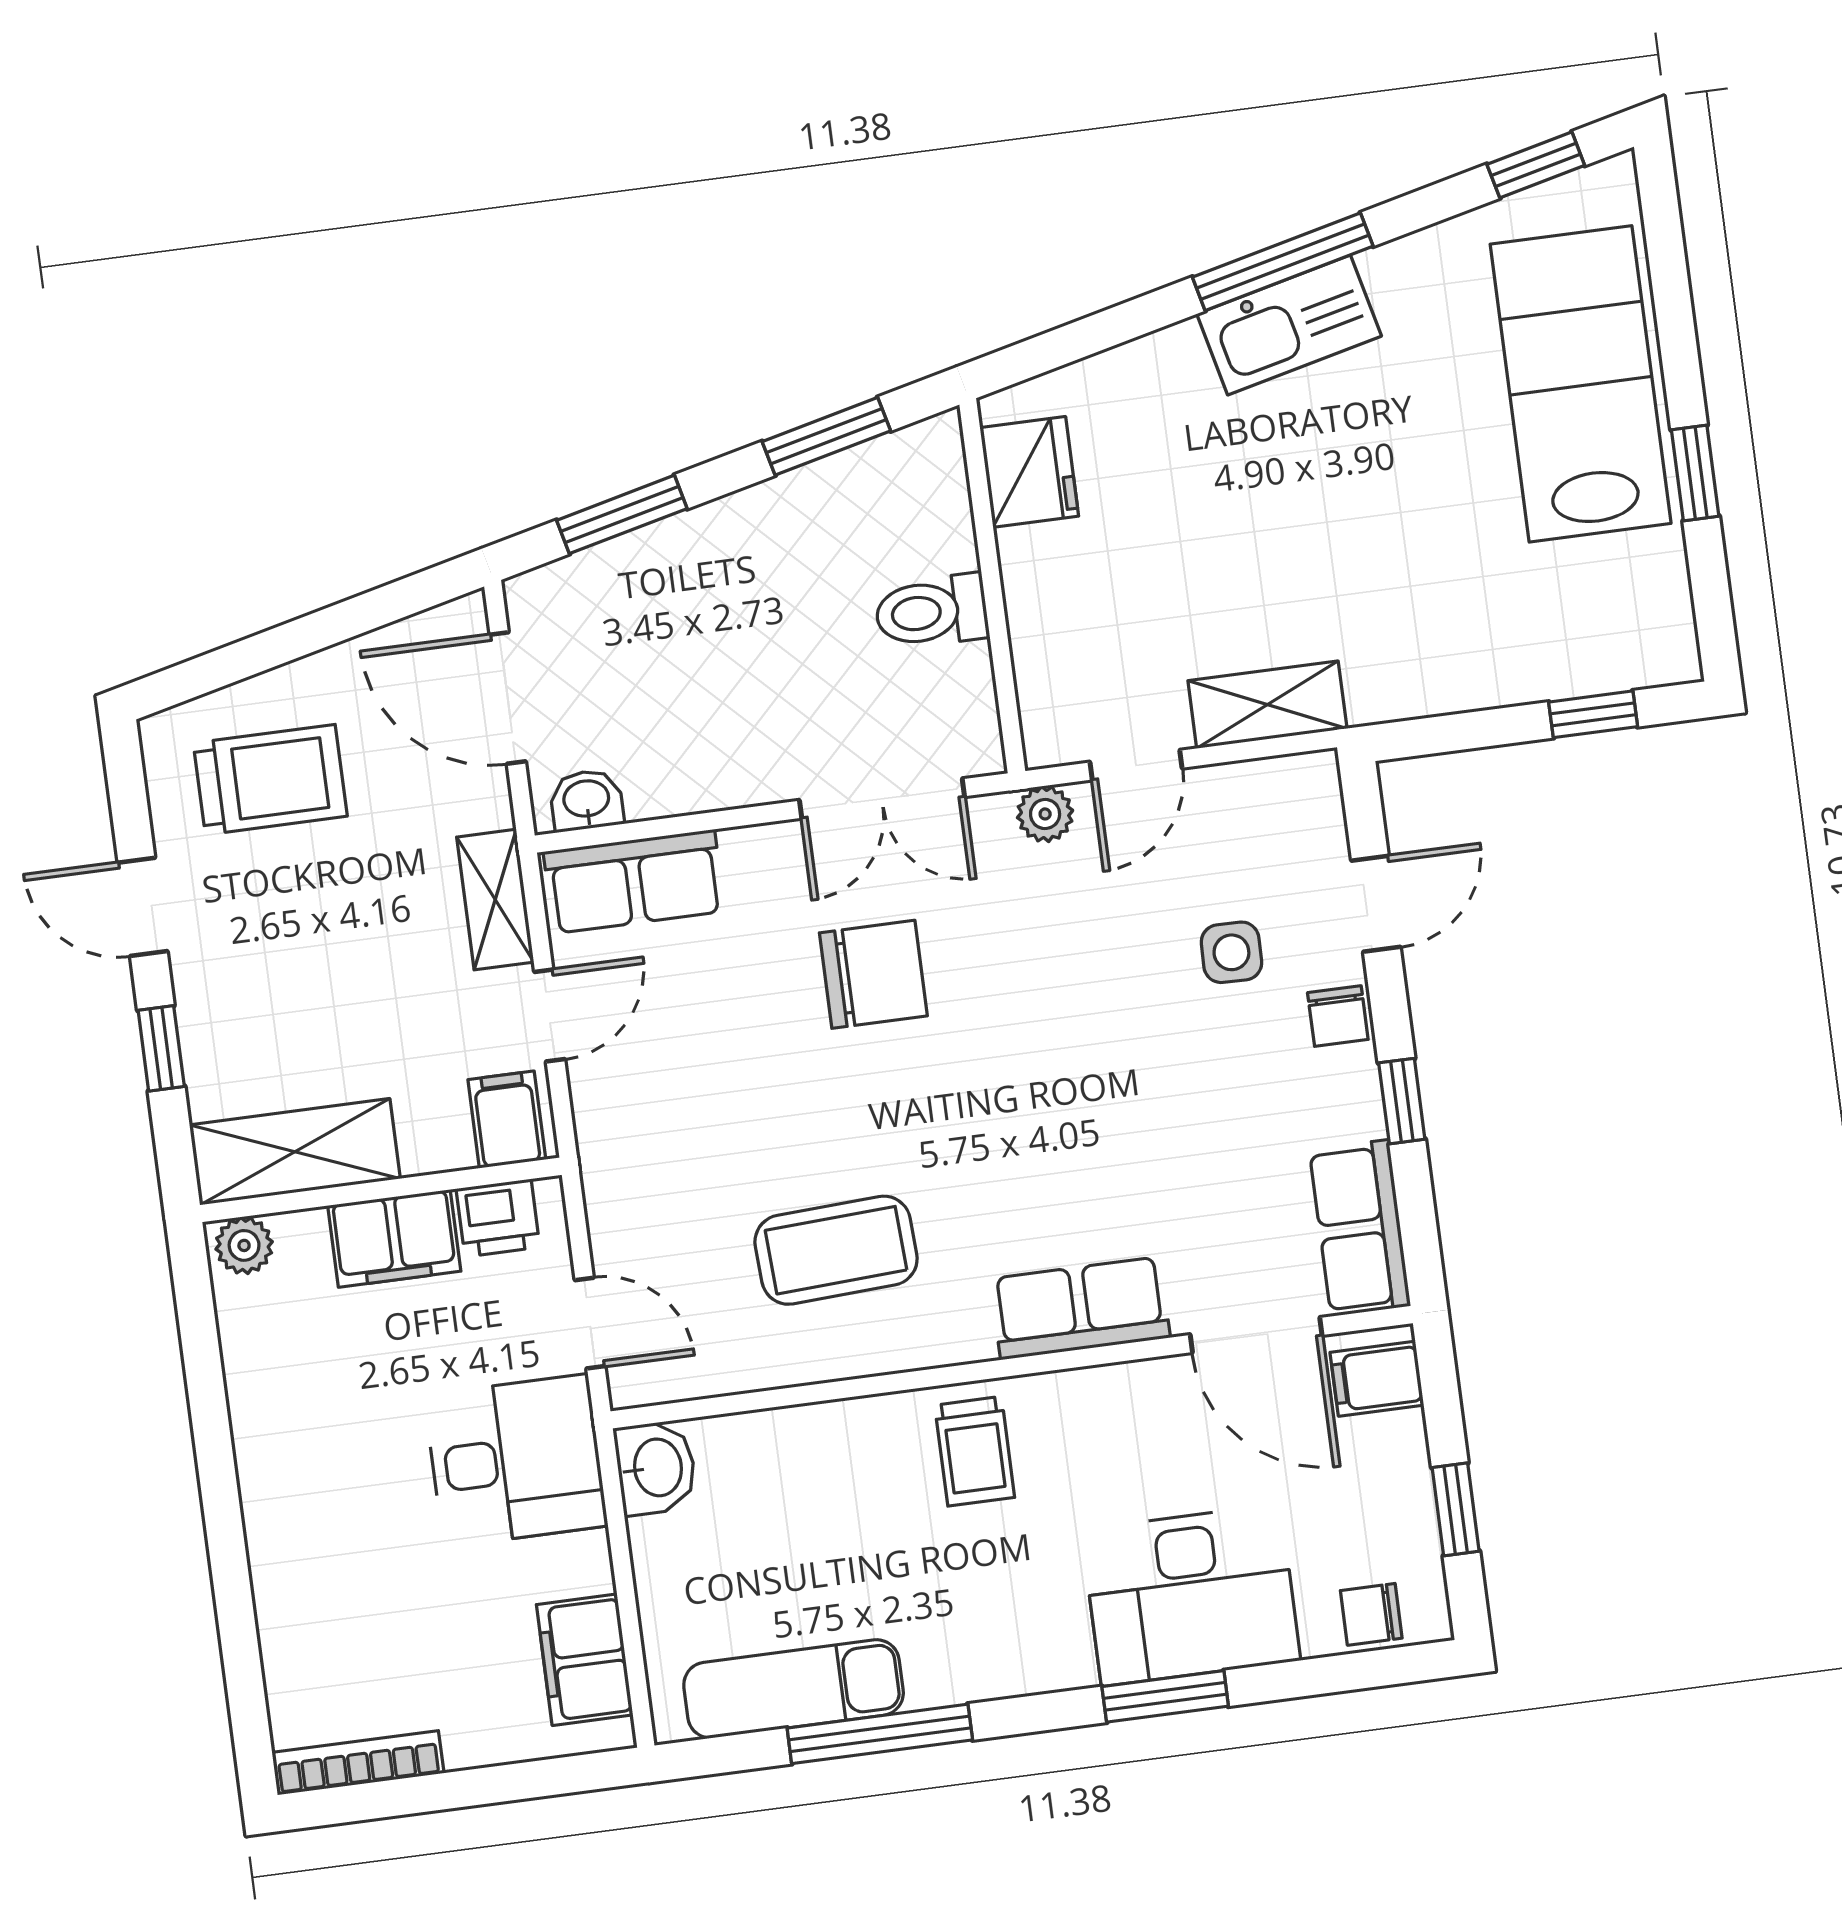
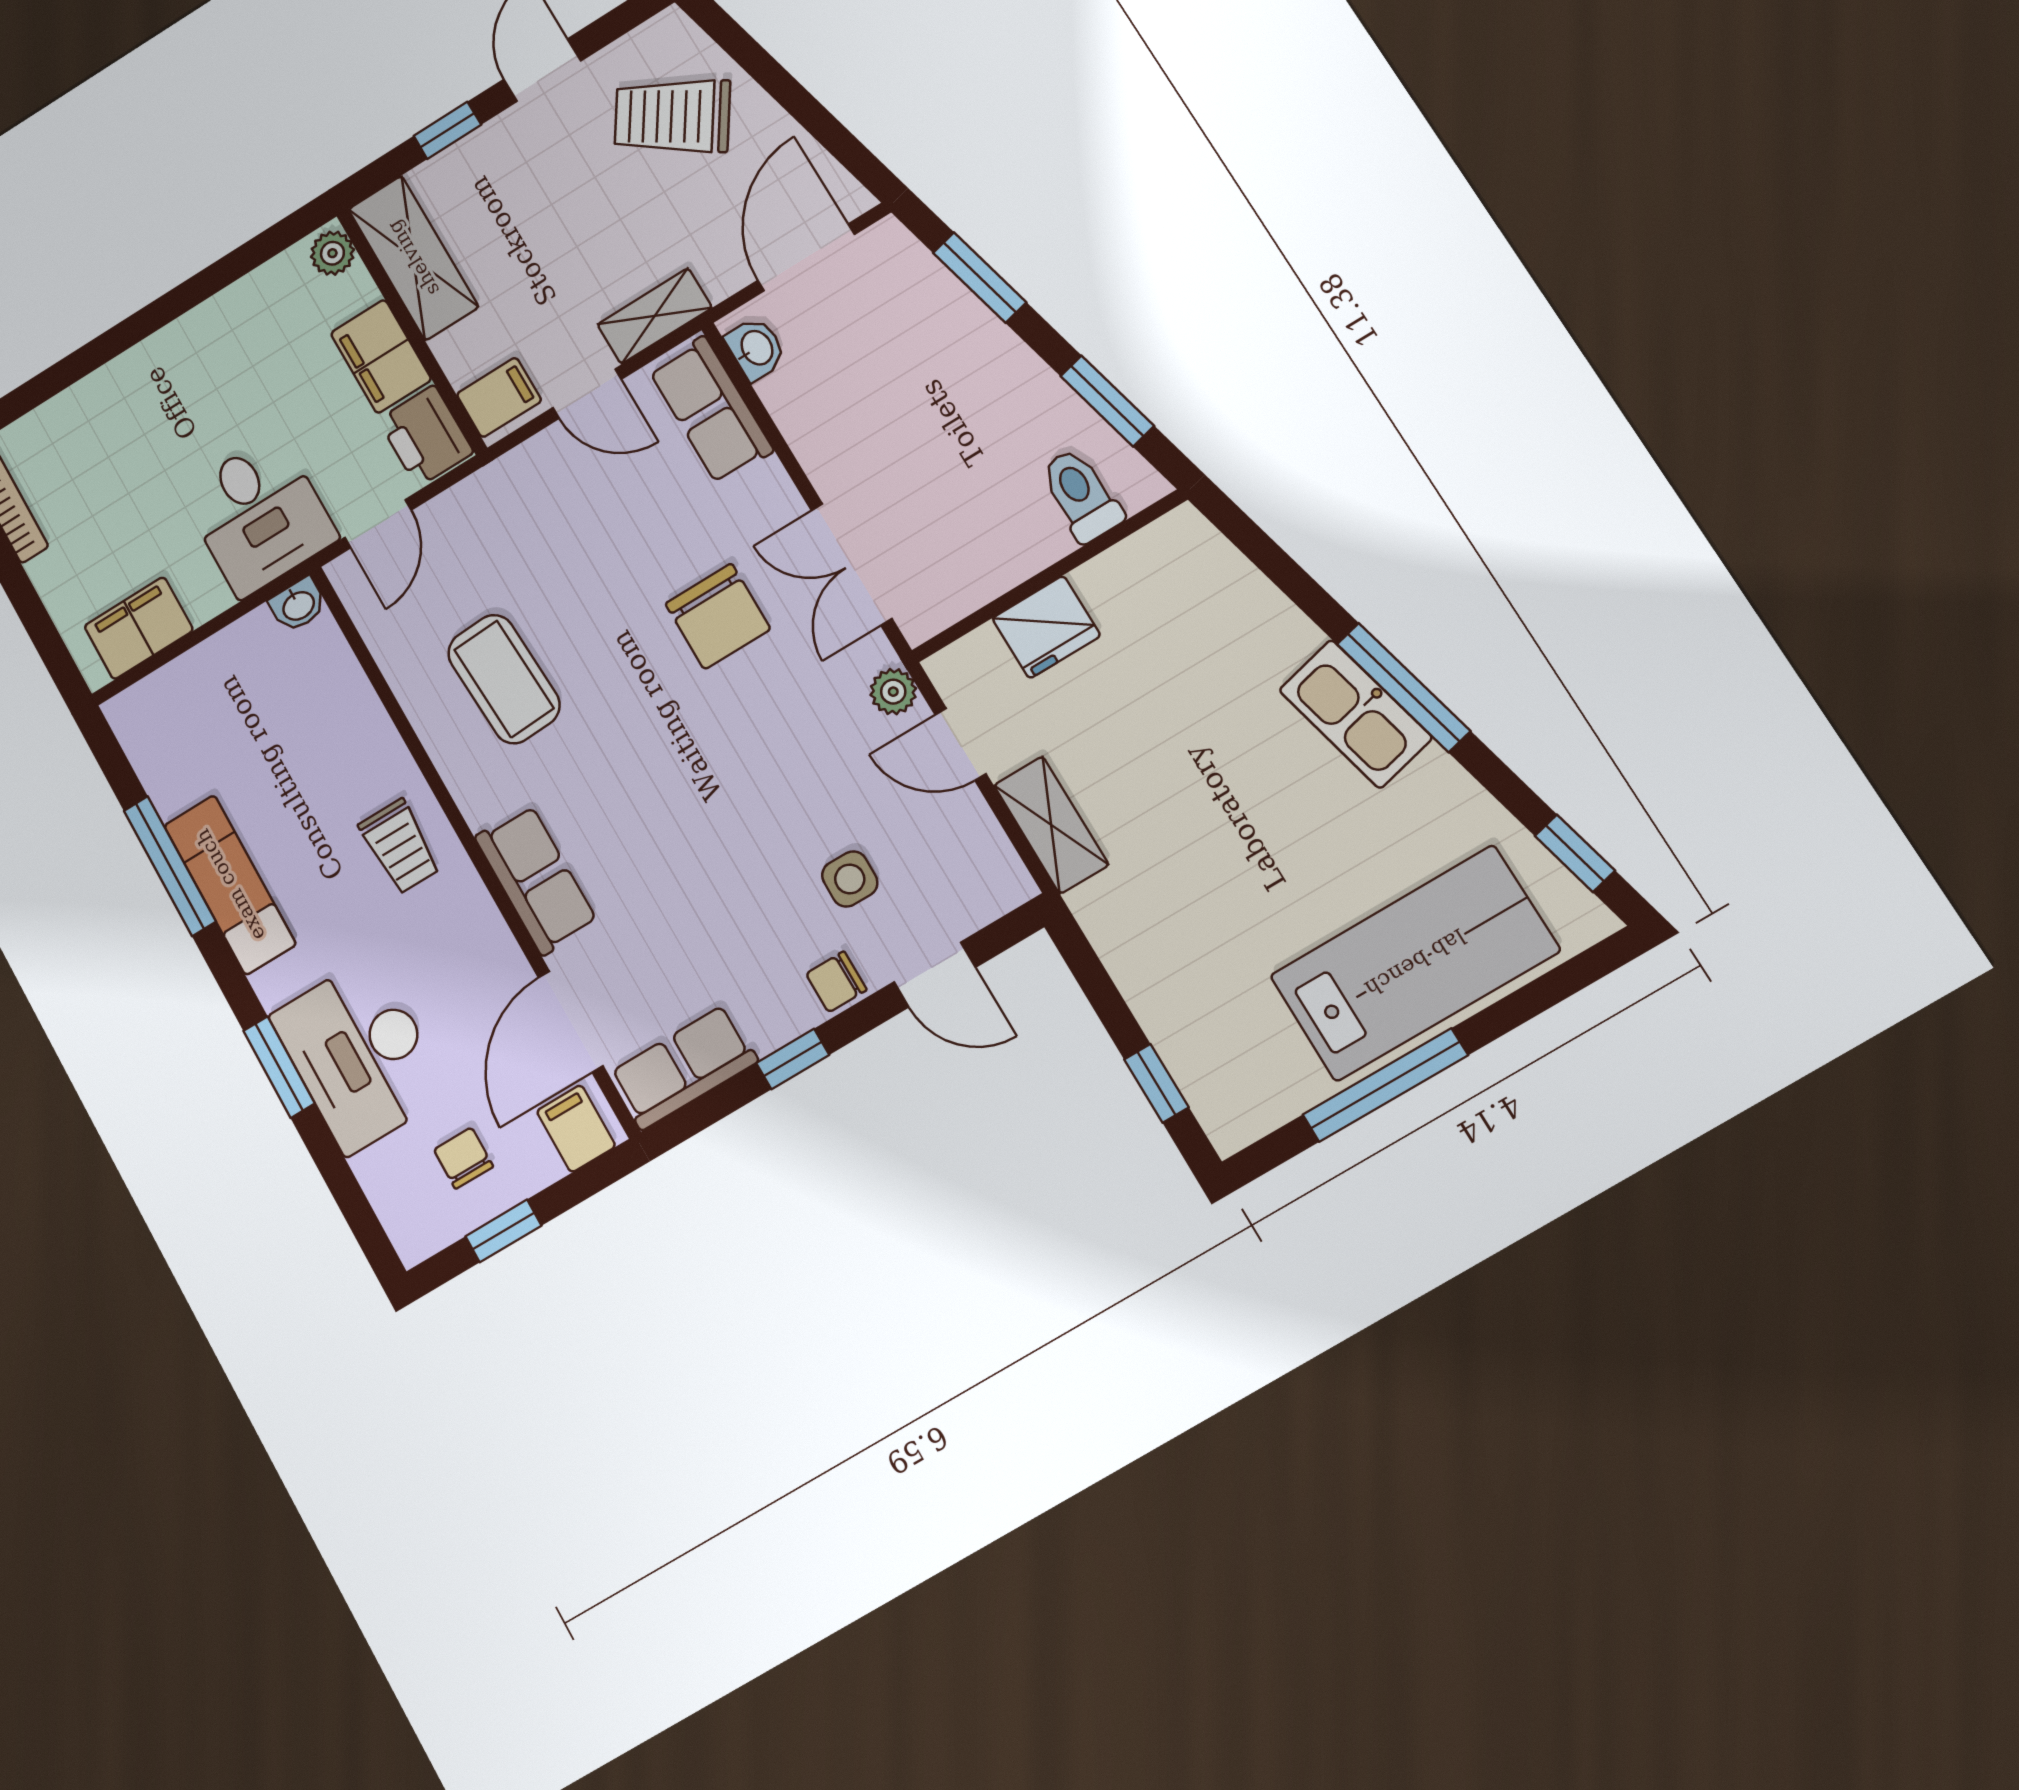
fridge: (1029, 472) -> (1046, 627), moved
window: (1695, 473) -> (1385, 1085), width x2.17
toilet: (932, 612) -> (1081, 495), moved
trolley: (270, 780) -> (672, 116), turned 123
printer: (498, 1218) -> (426, 436), width x1.36, depth x1.24
trolley: (975, 1451) -> (400, 846), turned -90
washbasin: (656, 1468) -> (298, 605), width x0.72, depth x0.69
chair: (1371, 1614) -> (463, 1158), moved
exam couch: (794, 1689) -> (230, 885), moved

